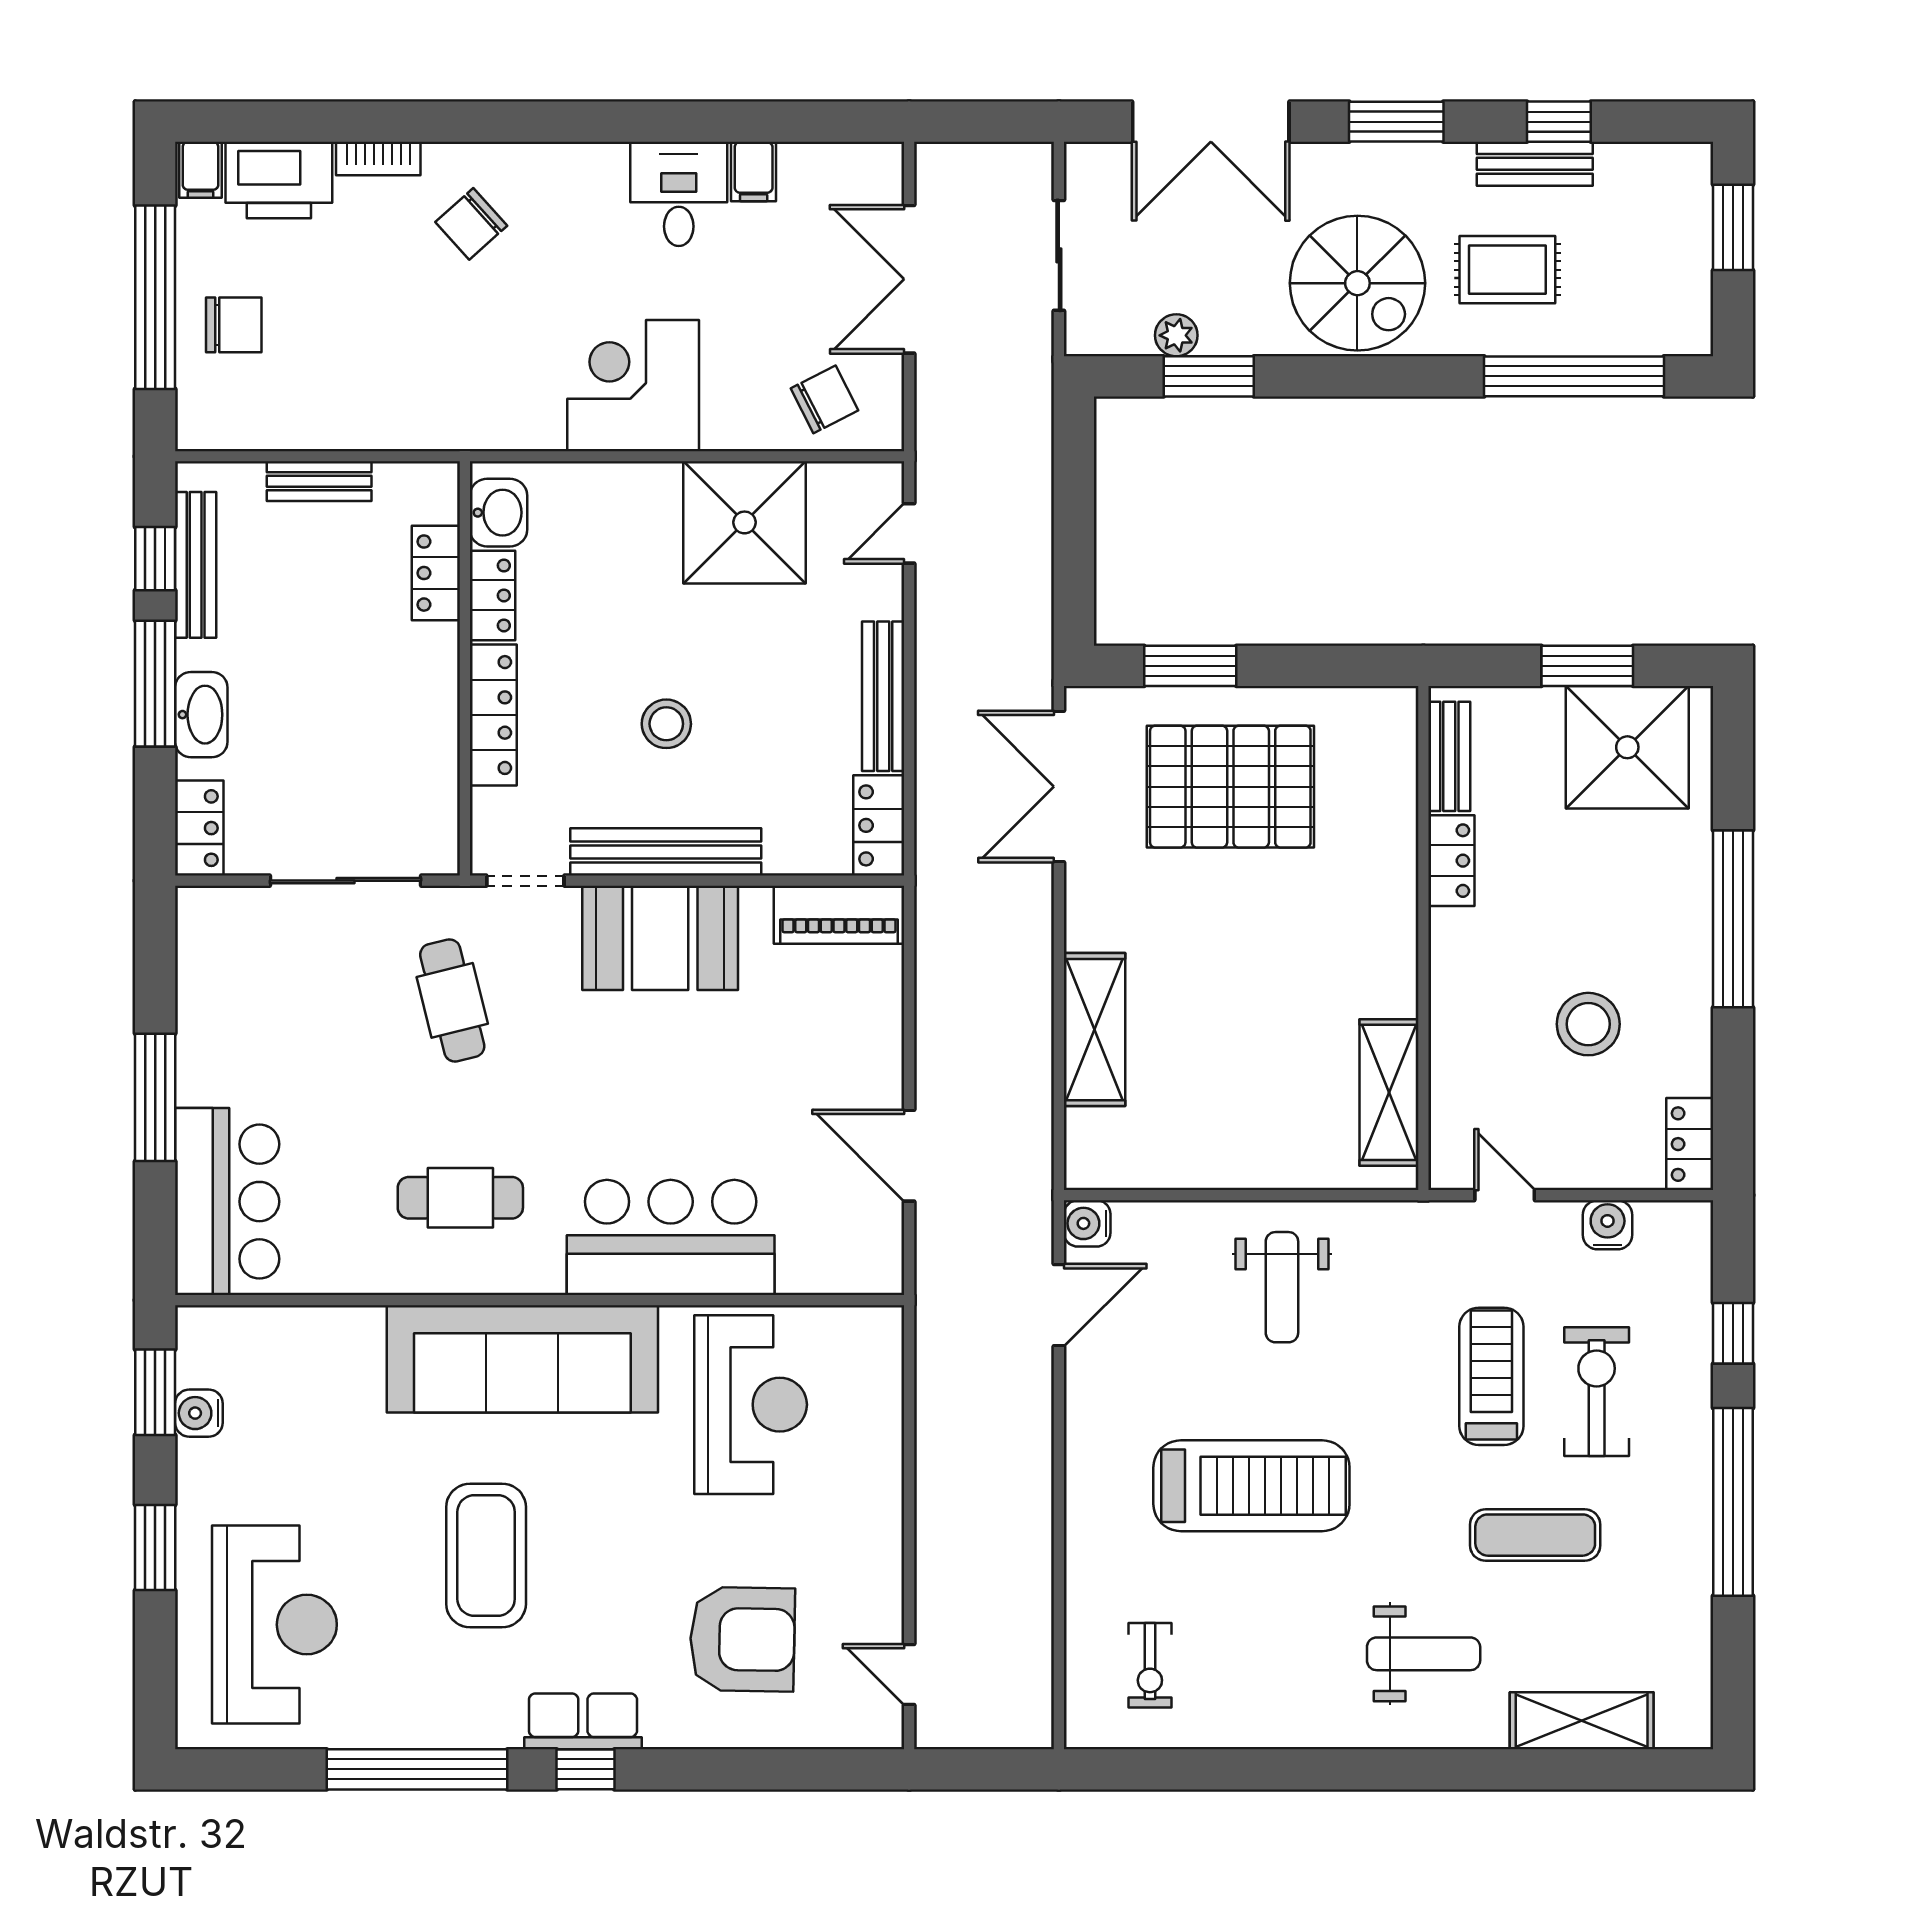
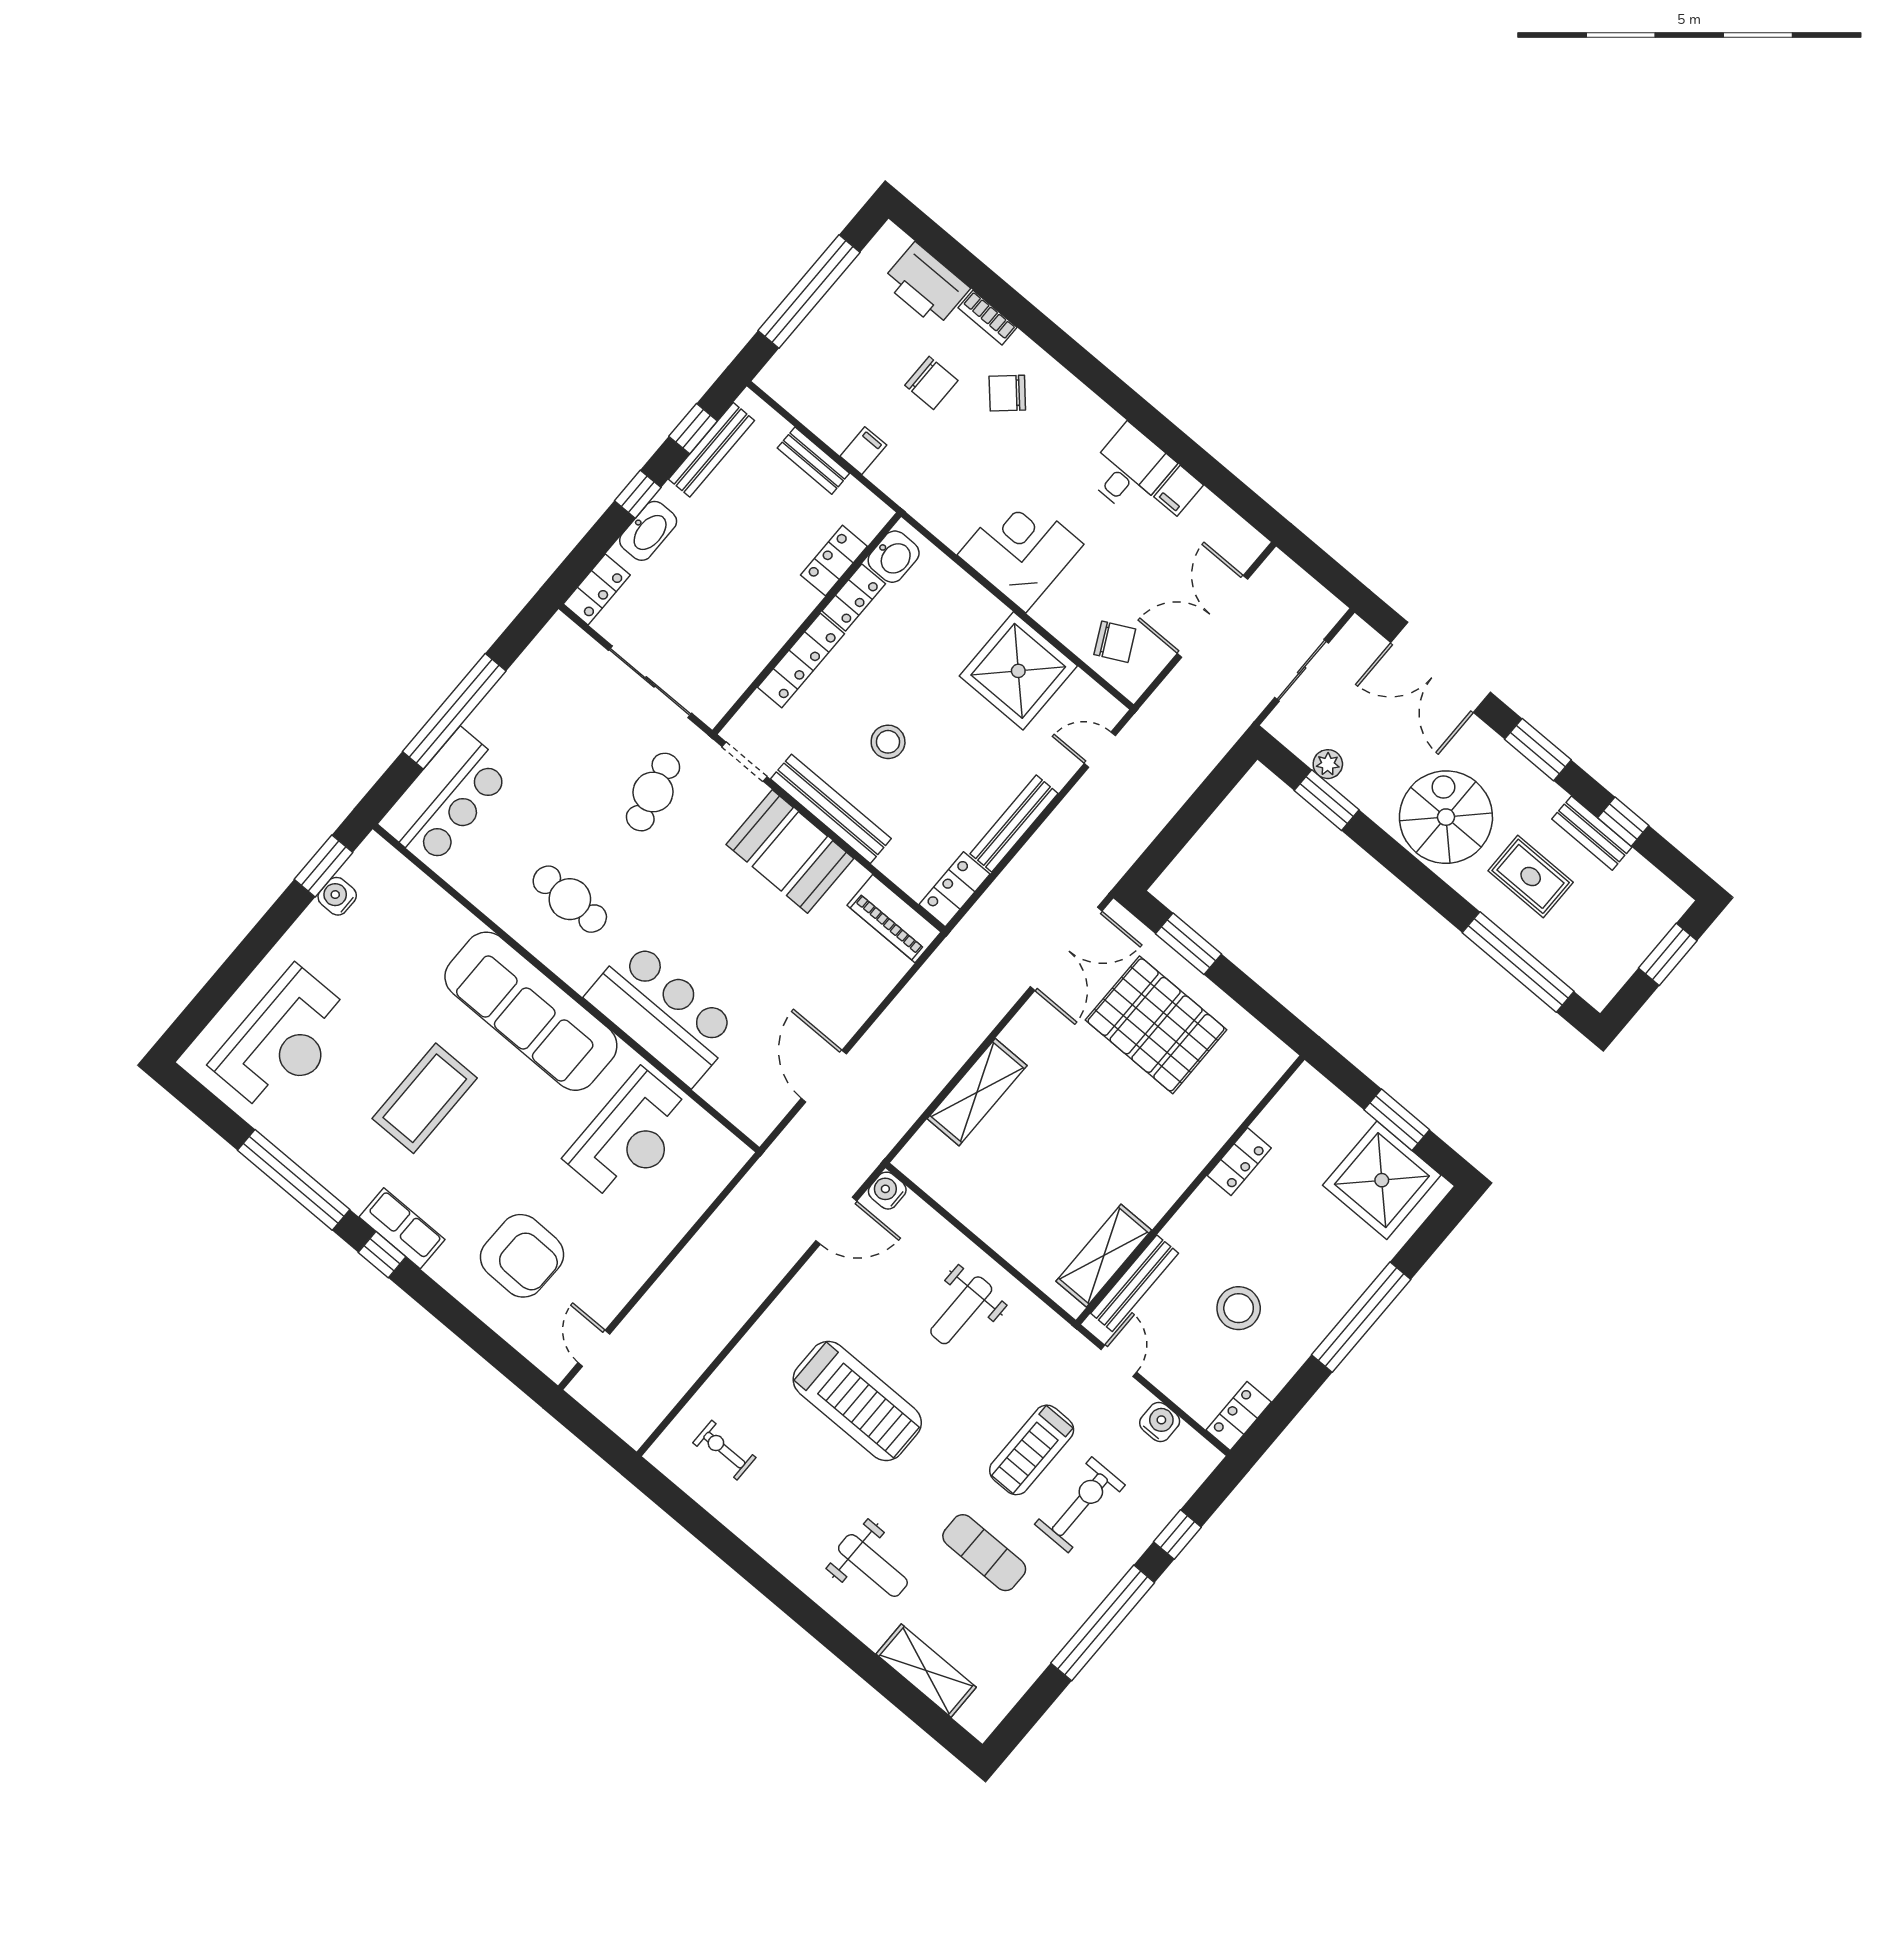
filing cabinet: (201, 170) -> (863, 451), moved, turned 180
spiral stairs: (1357, 283) -> (1446, 817), turned 180
chair: (234, 325) -> (931, 383), moved
window: (155, 684) -> (638, 494), width x0.46
bench: (1449, 756) -> (1135, 1283), moved, width x1.36
double door: (1059, 787) -> (1066, 949), swing flipped
window: (155, 1097) -> (454, 711), width x1.46
treadmill: (1491, 1376) -> (1032, 1450), turned 180
window: (155, 1547) -> (255, 947), removed
exercise bike: (1150, 1665) -> (724, 1450), turned 90

